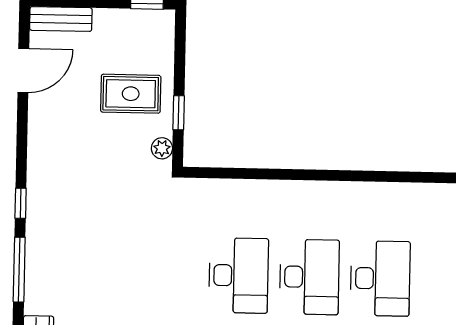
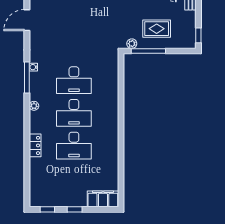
rug: (131, 94) -> (157, 29), turned 90
window: (179, 113) -> (148, 51), width x2.17

